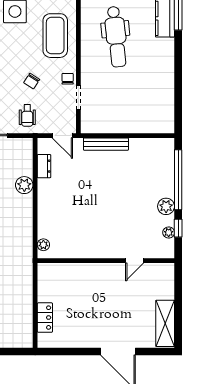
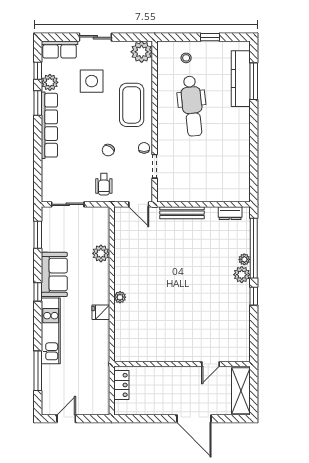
dresser: (44, 166) -> (230, 213), moved, turned 90
plant: (169, 233) -> (244, 259), moved
fridge: (24, 244) -> (101, 312), added
plant: (43, 245) -> (120, 297), moved
wall: (106, 261) -> (182, 364), moved
door: (135, 261) -> (210, 364), moved

